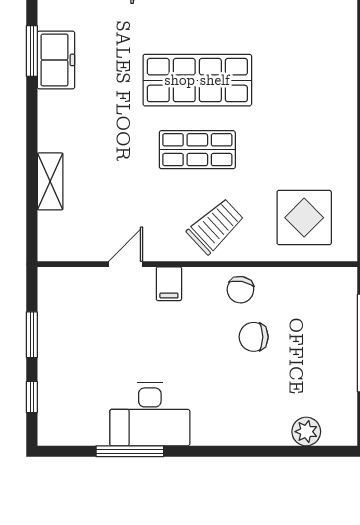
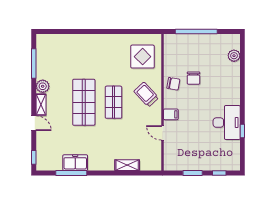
window: (32, 51) -> (71, 173), width x1.44
window: (130, 451) -> (242, 131), width x0.46

